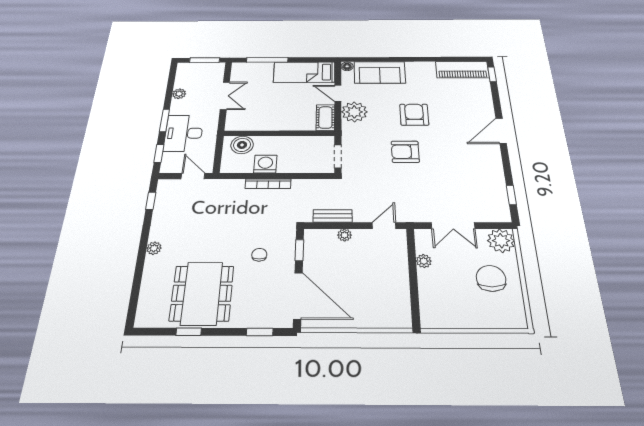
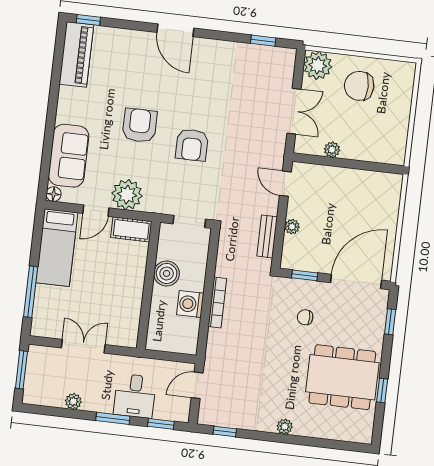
armchair: (414, 115) -> (140, 125), turned 90
desk: (184, 133) -> (135, 396), width x0.73
boiler: (242, 145) -> (167, 273), moved

